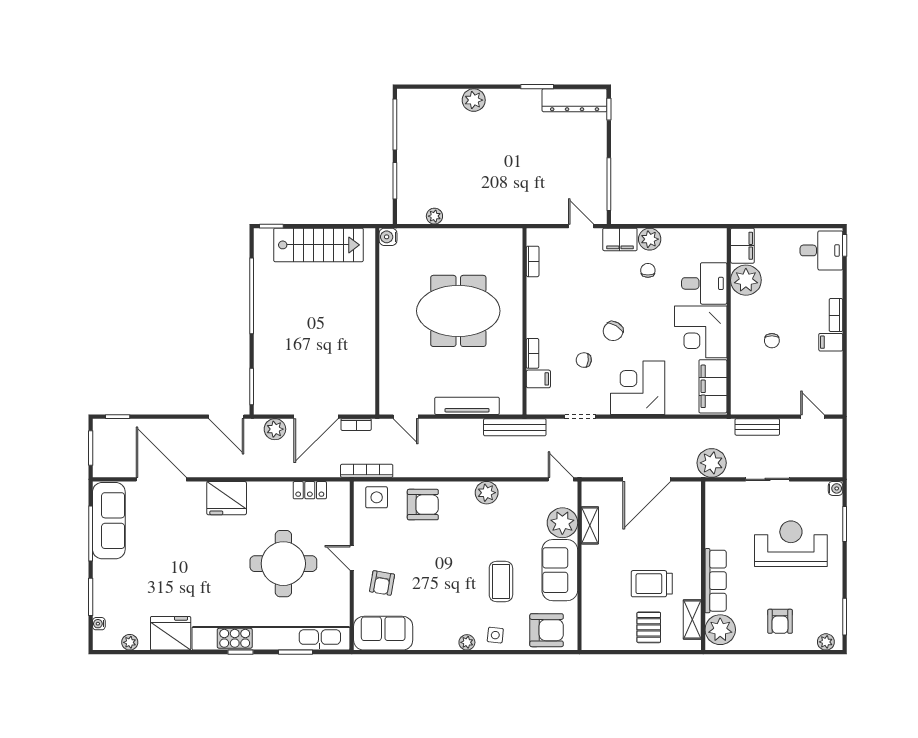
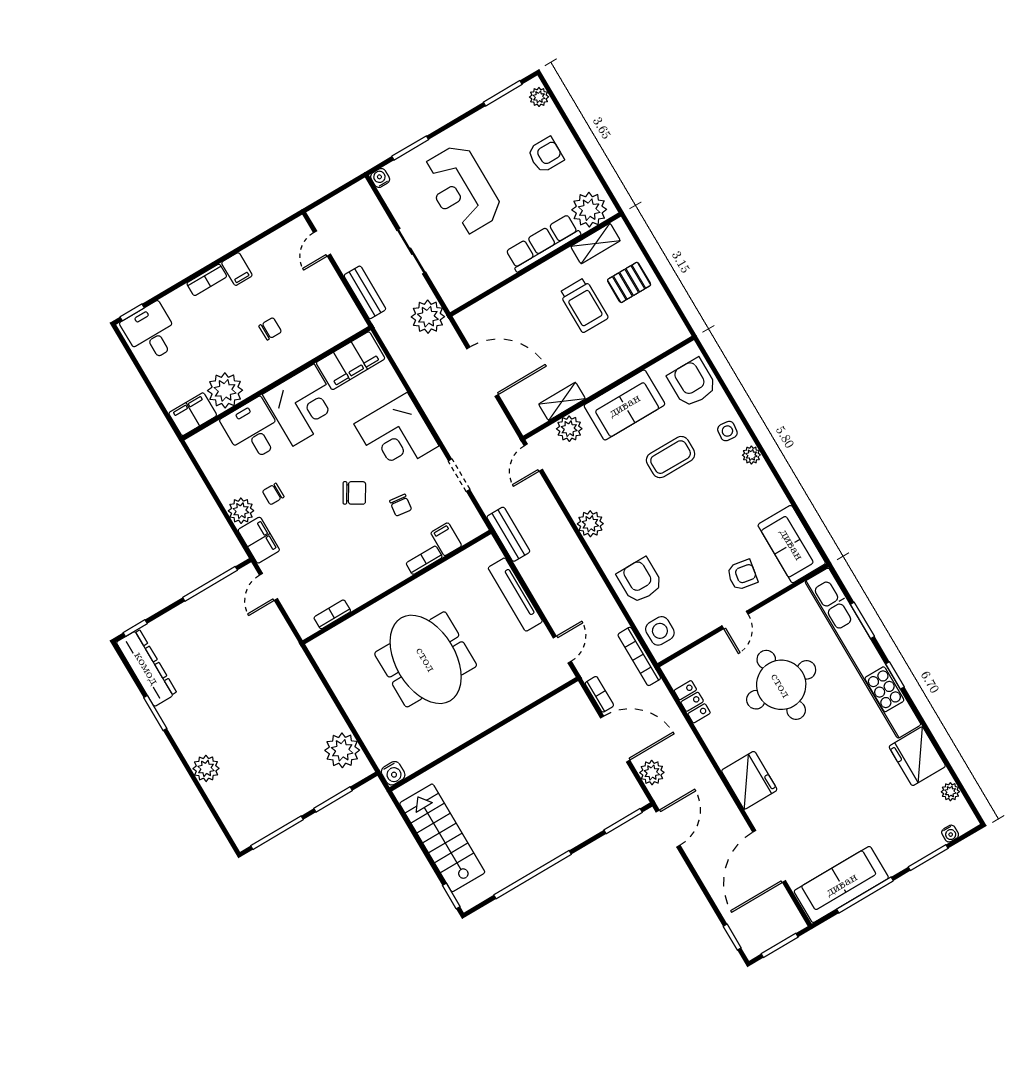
plant: (434, 216) -> (342, 750), width x1.88, depth x1.88
bench: (515, 427) -> (508, 534), width x0.73
plant: (562, 523) -> (569, 429), width x0.73, depth x0.73

